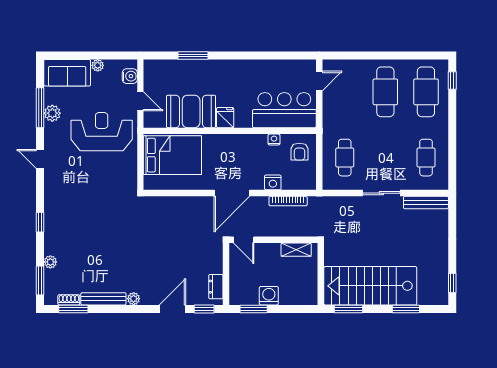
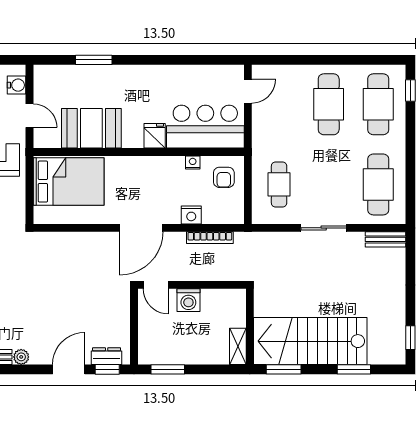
fridge: (225, 118) -> (155, 136), moved
cafe table: (426, 158) -> (378, 184), width x1.37, depth x1.35
bench: (426, 202) -> (385, 239), width x0.73
shelving: (296, 250) -> (238, 346), moved, turned 90
dresser: (216, 287) -> (107, 356), moved, turned 90
washing machine: (269, 296) -> (188, 300), moved, turned 180

